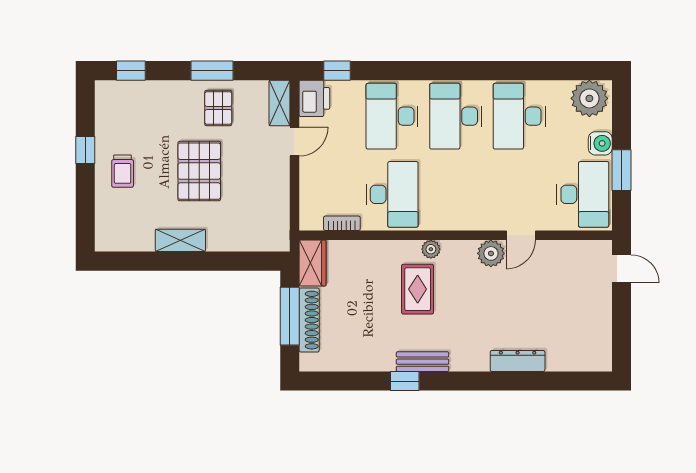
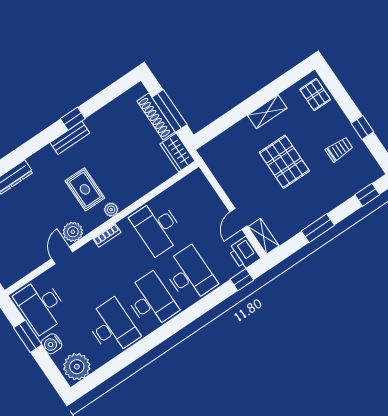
pallet: (218, 108) -> (315, 95), moved
trolley: (123, 171) -> (339, 149), moved, turned 90
bookcase: (342, 223) -> (107, 236), moved
rug: (418, 289) -> (85, 189), moved

